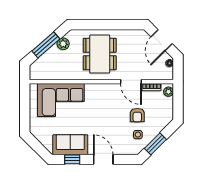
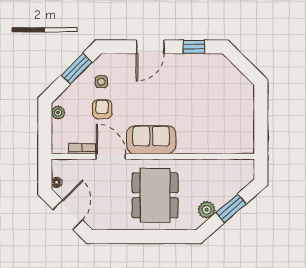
window: (46, 45) -> (231, 208), width x0.69
plant: (168, 92) -> (58, 113), moved
corner sofa: (61, 100) -> (210, 130), removed
sofa: (70, 145) -> (151, 140), moved, turned 180
door: (103, 159) -> (150, 47), hinge flipped

